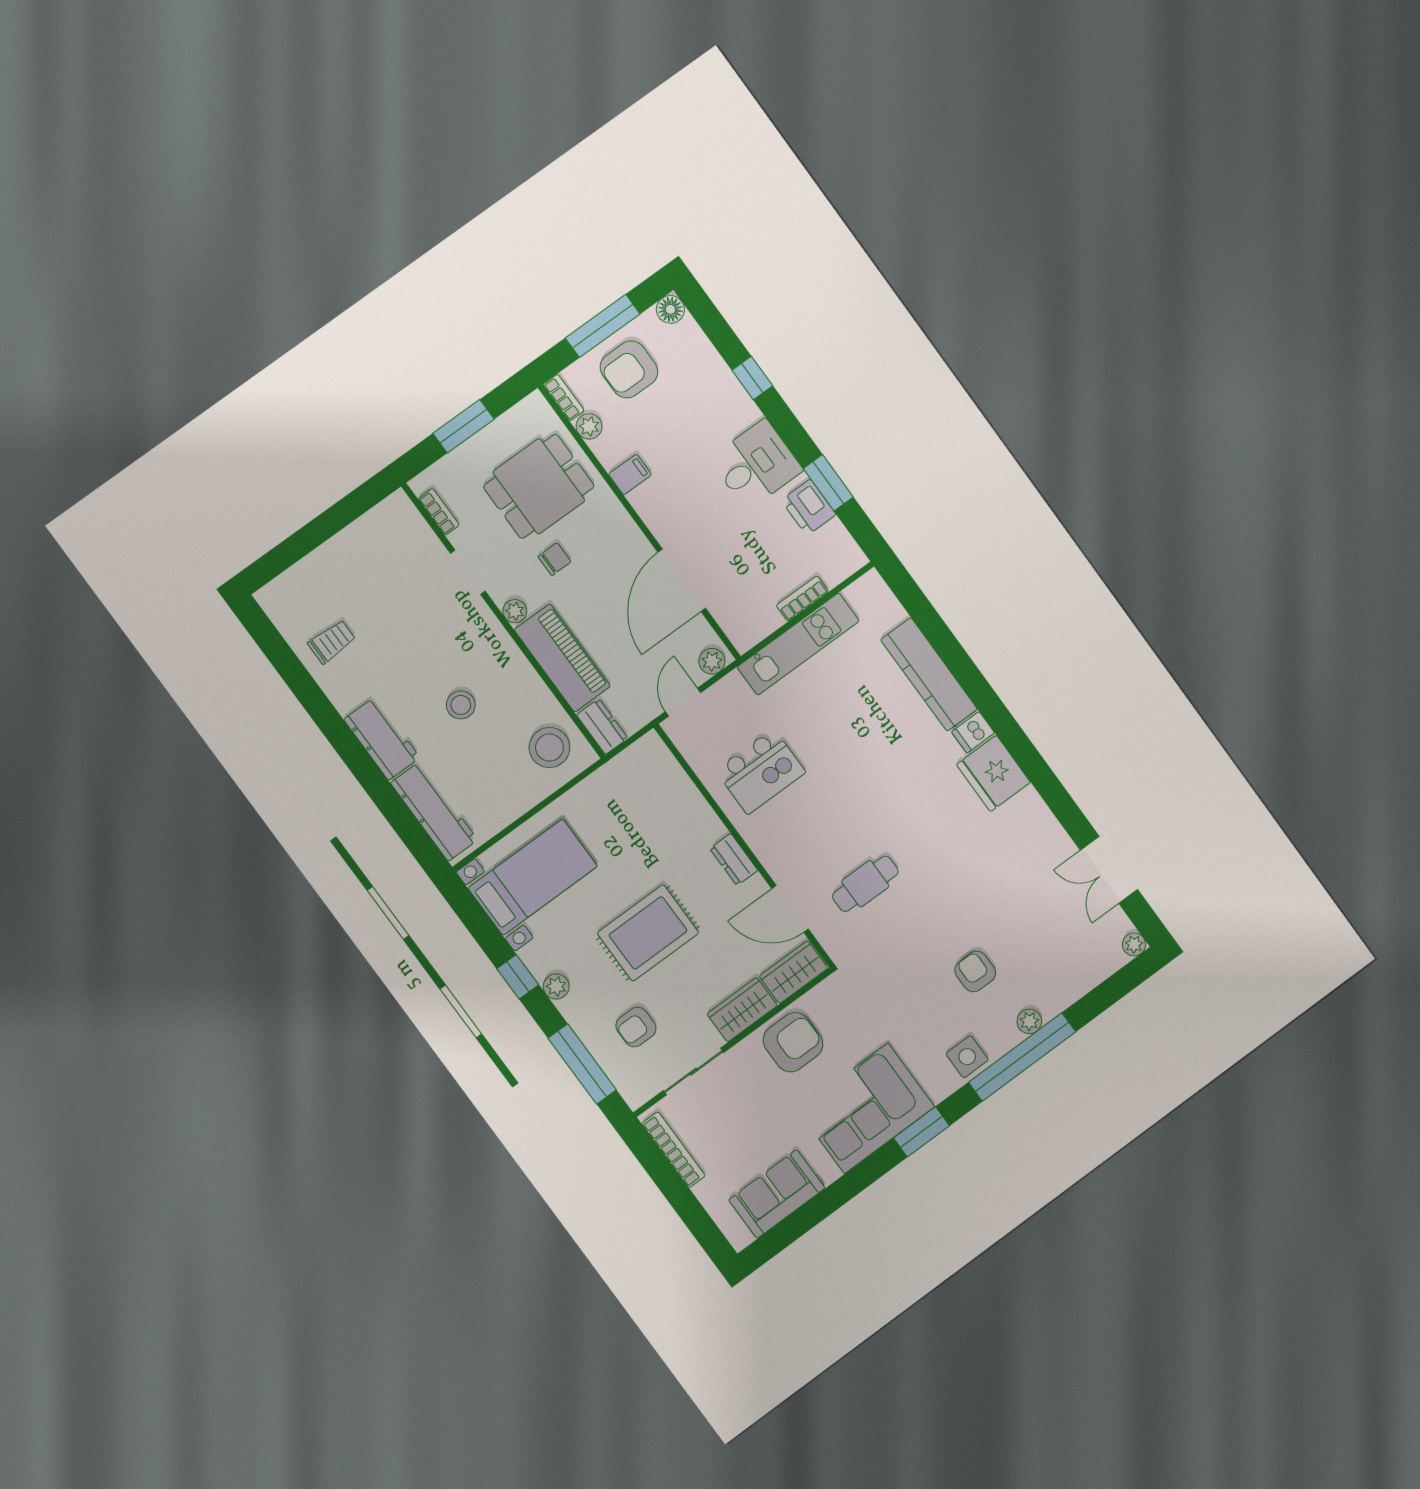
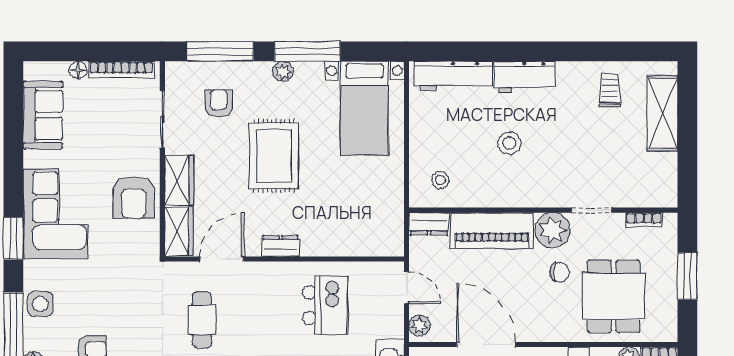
chair: (555, 559) -> (559, 272), turned -90
shelving: (316, 571) -> (663, 113), added
plant: (515, 611) -> (553, 230), width x1.88, depth x1.88
trolley: (332, 642) -> (610, 90), turned 180
stool: (549, 747) -> (440, 180), width x0.53, depth x0.53
kitchen island: (761, 771) -> (325, 305), turned 180
window: (518, 977) -> (307, 51), width x2.17
floor lamp: (706, 1192) -> (78, 70), added

